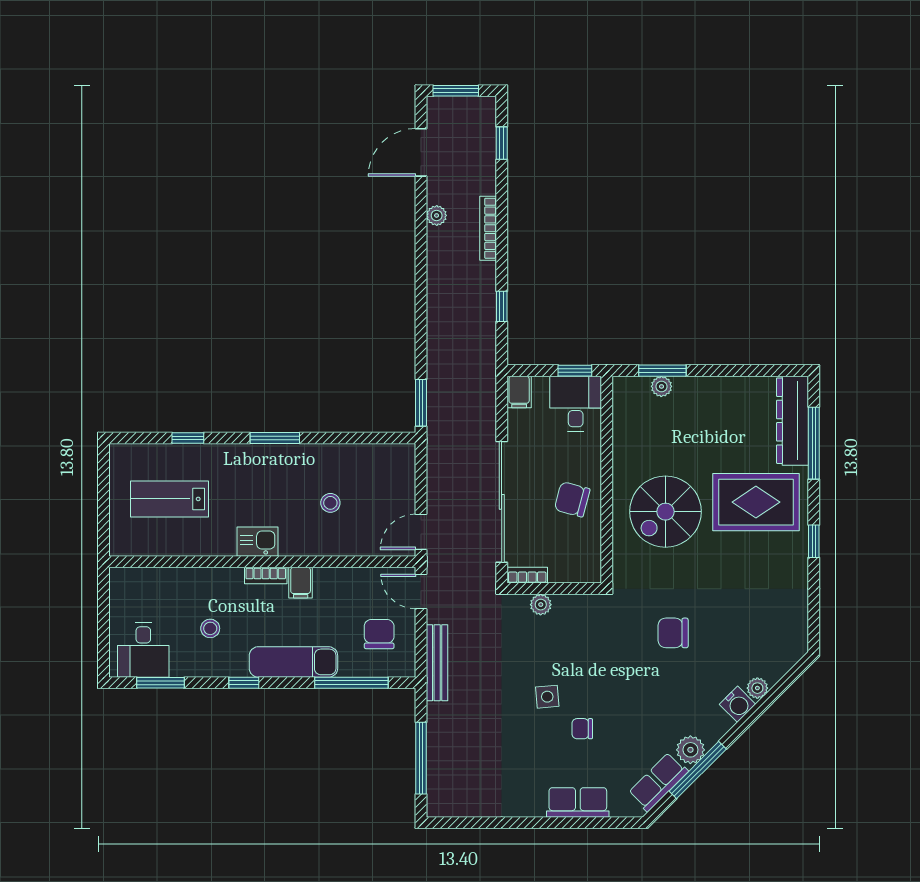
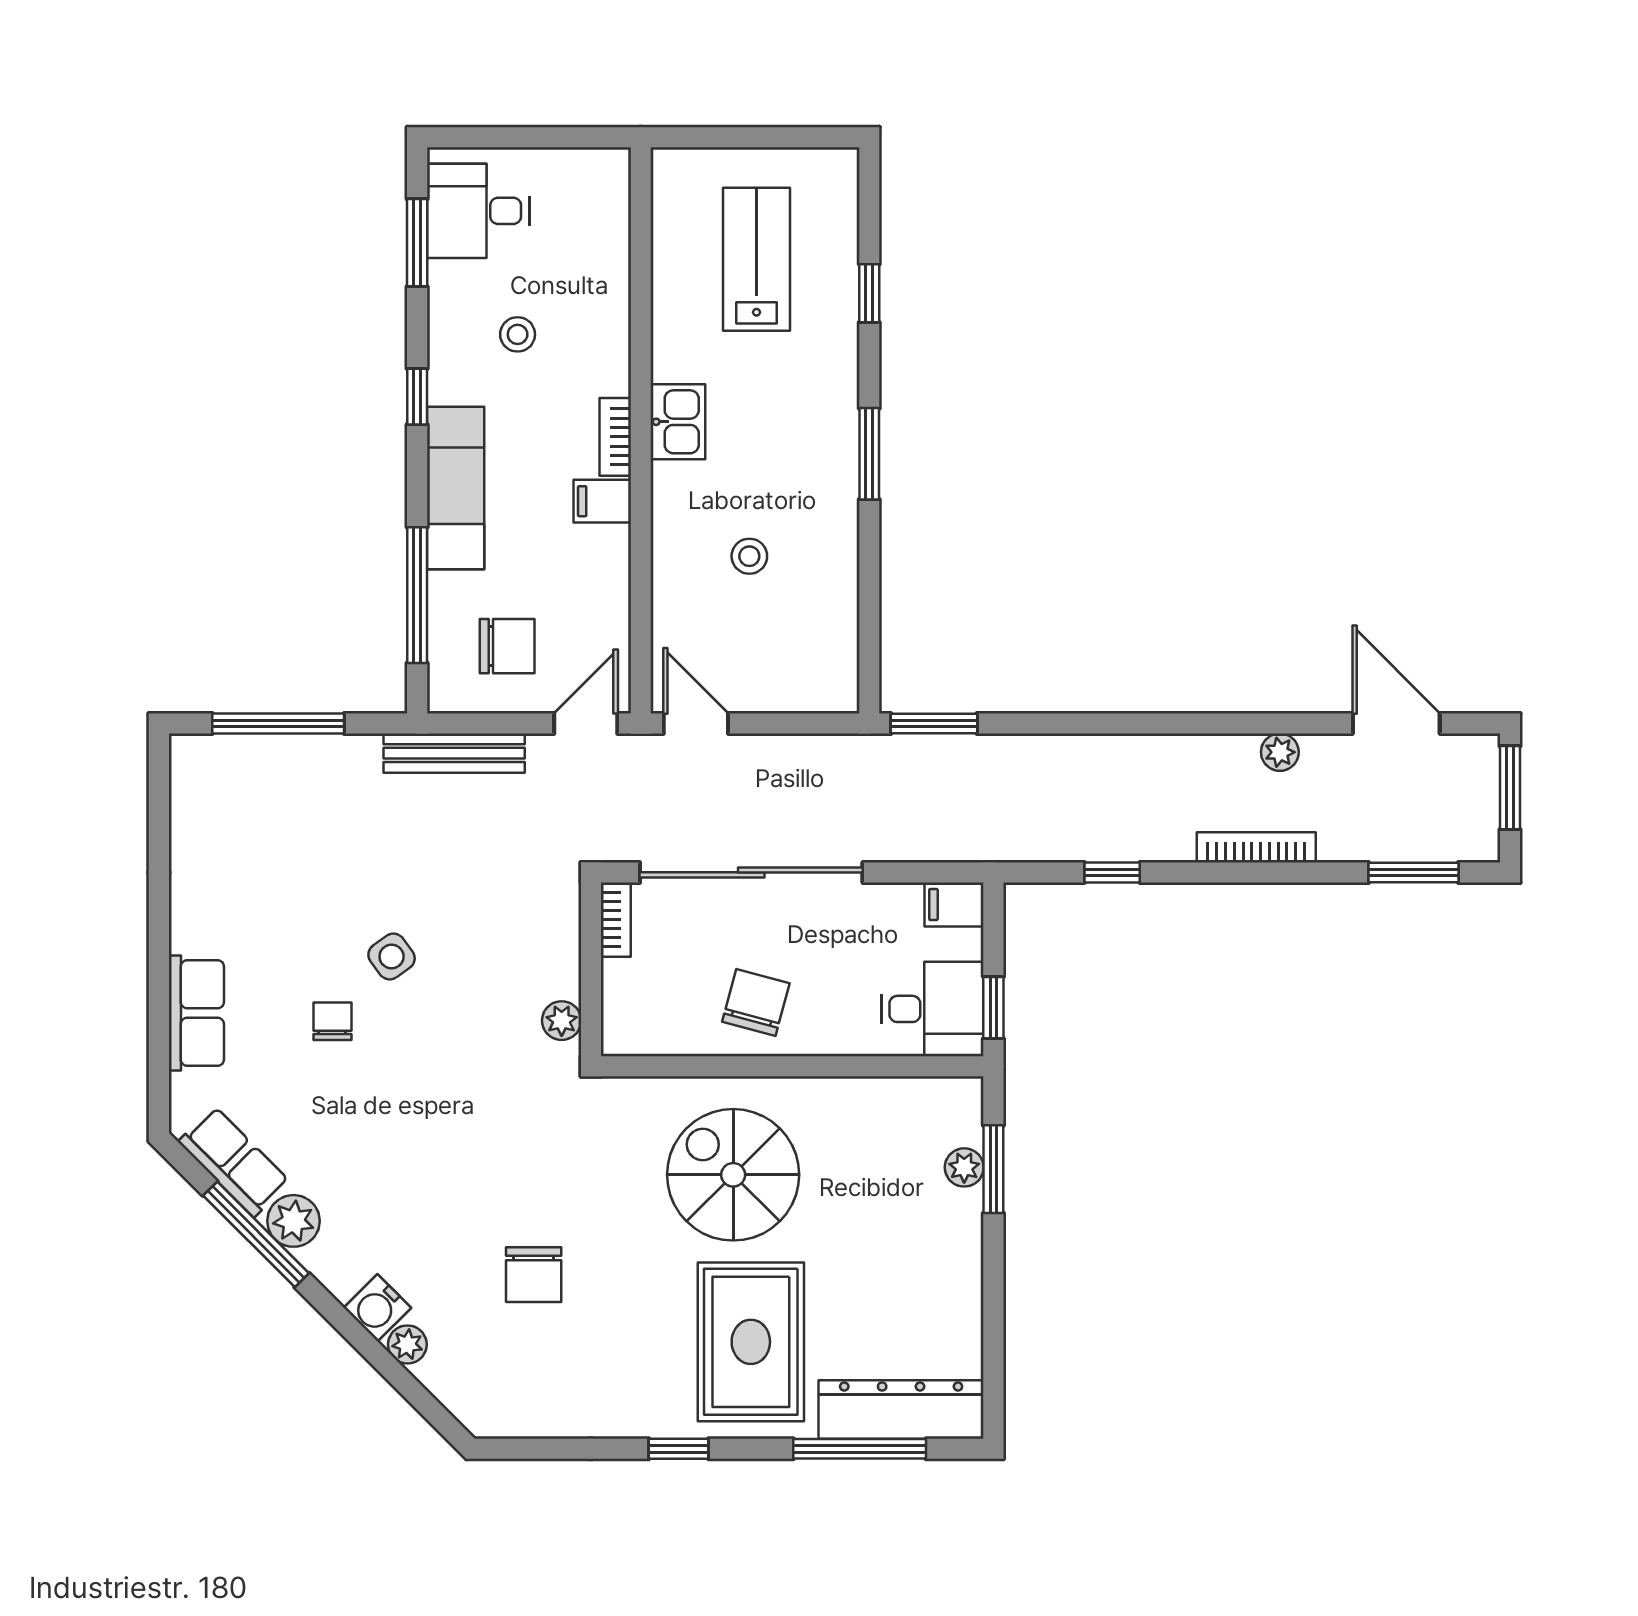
window: (502, 143) -> (1413, 872), width x1.50
plant: (541, 605) -> (562, 1021), moved
chair: (673, 633) -> (534, 1275), moved, turned 180
side table: (547, 697) -> (392, 957), turned -31

